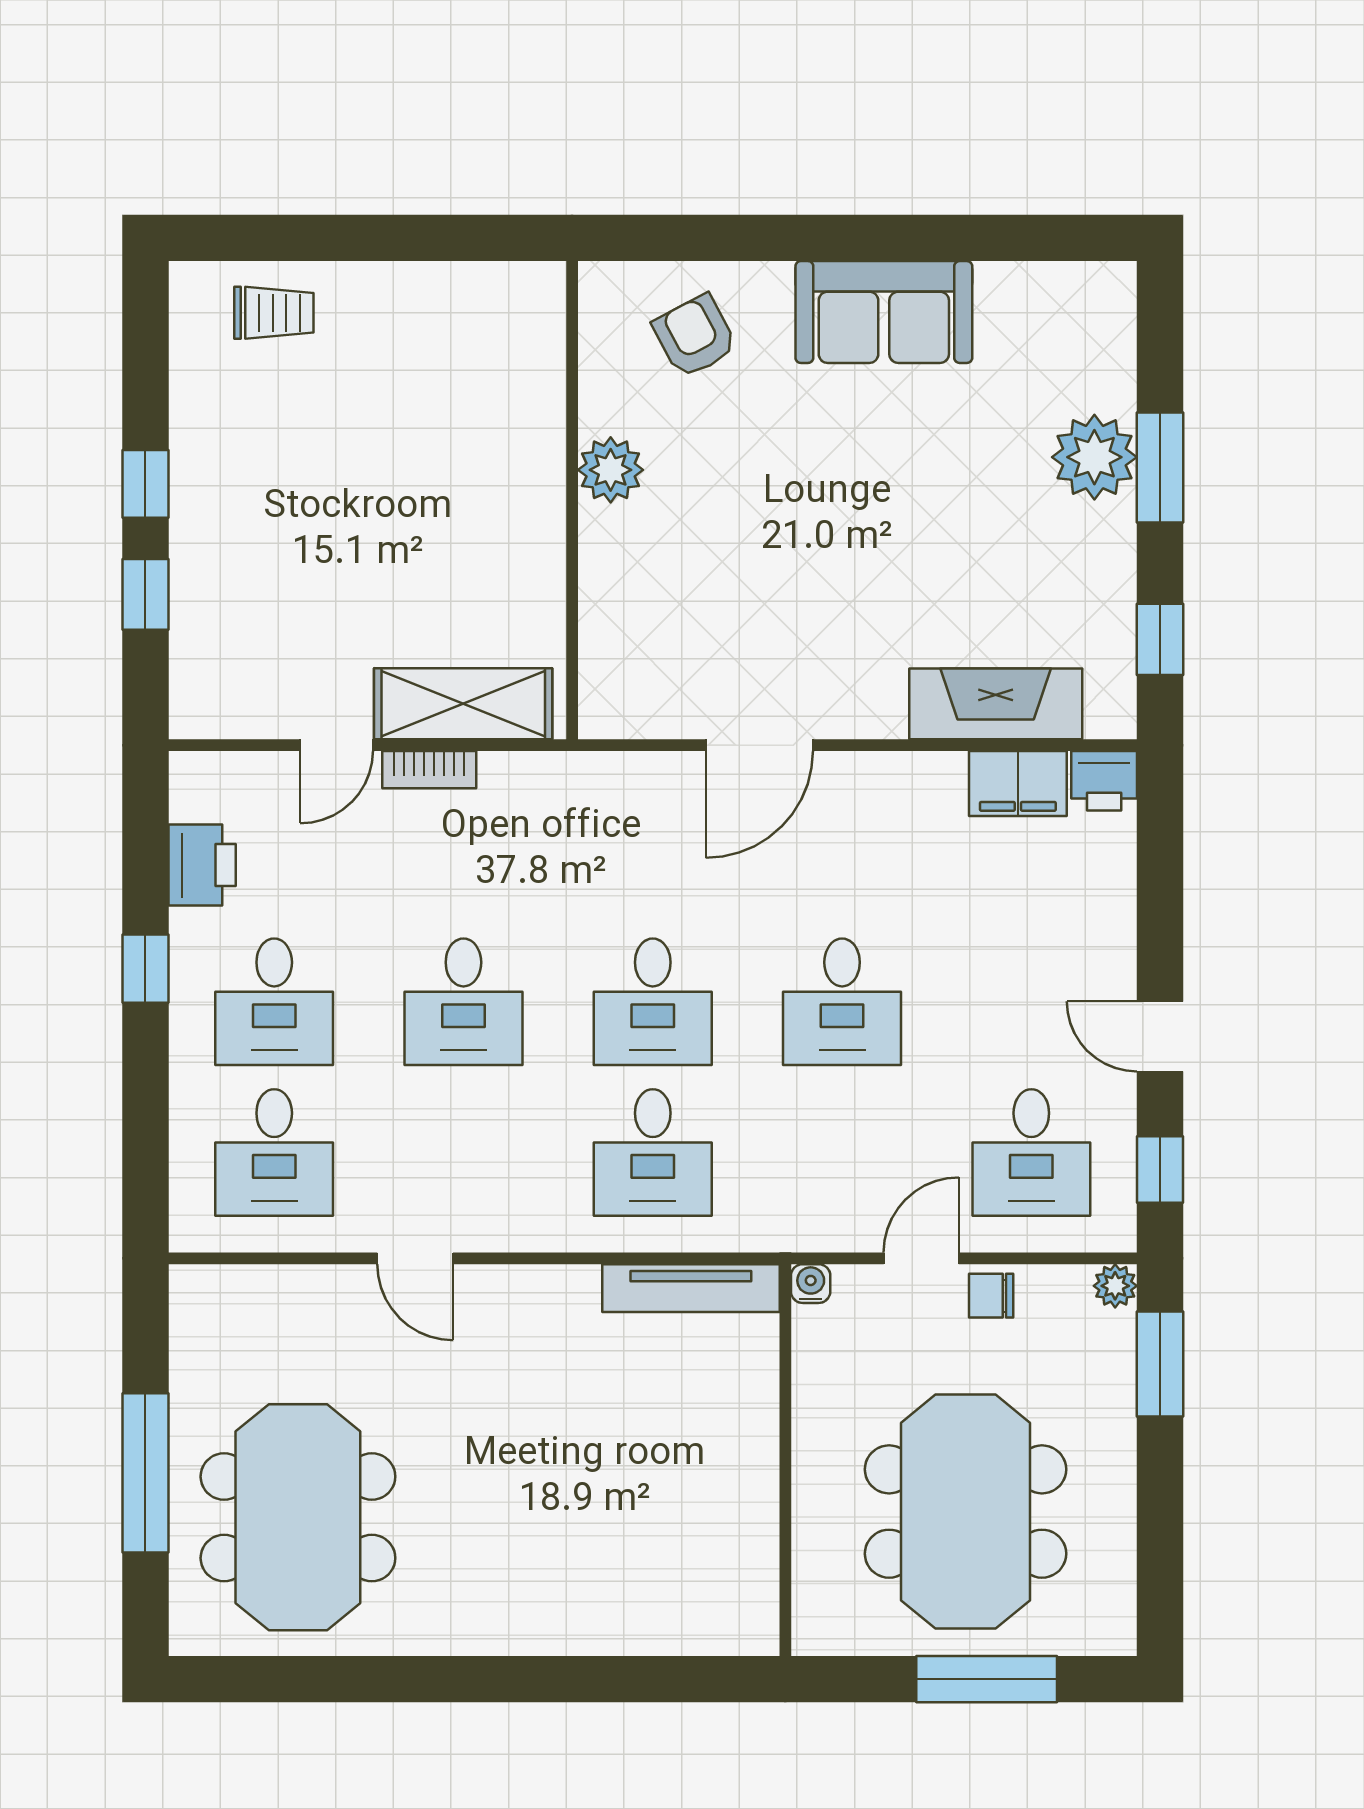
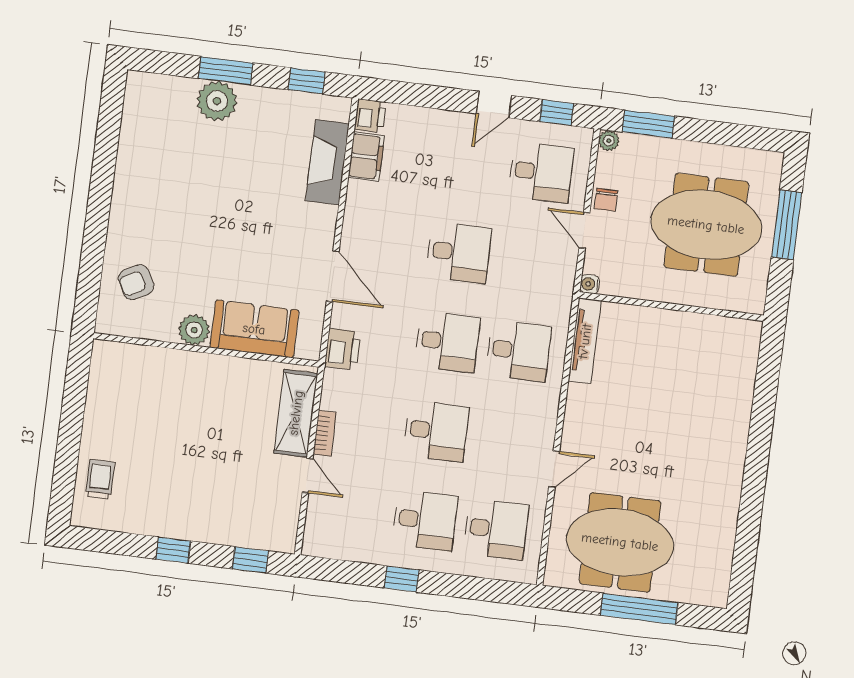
sofa: (884, 312) -> (254, 329), moved, turned -90
window: (145, 594) -> (250, 560), moved
printer: (202, 865) -> (342, 349), moved, turned 90
meeting table: (298, 1517) -> (620, 542), moved

